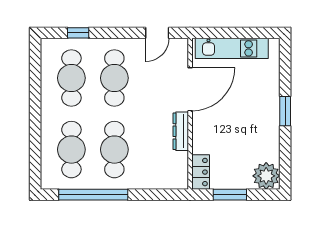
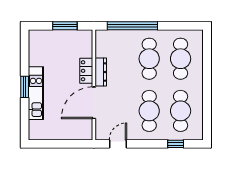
kitchen unit: (232, 48) -> (36, 93), moved, turned 90
locker: (201, 172) -> (86, 71), moved
plant: (266, 176) -> (38, 39), removed
window: (93, 195) -> (132, 26), moved

